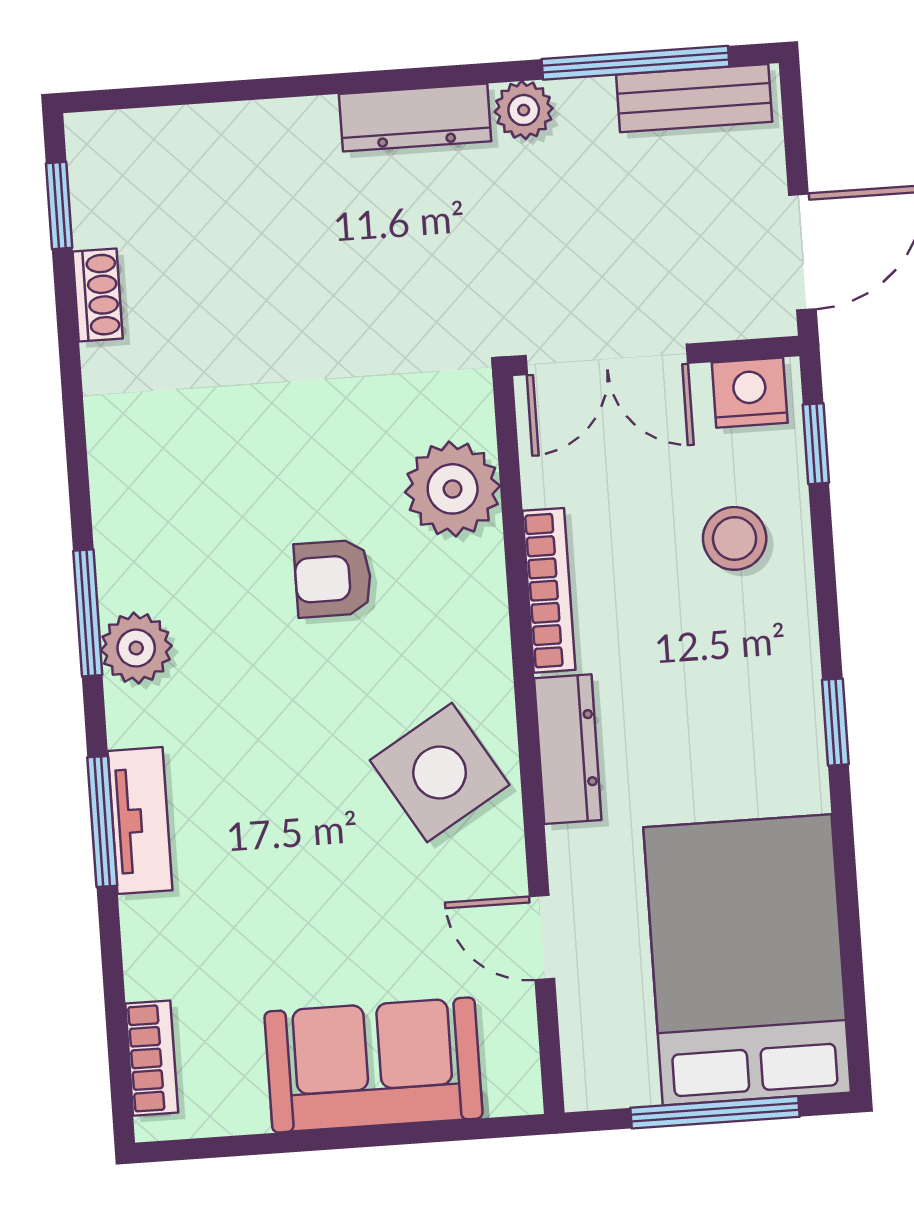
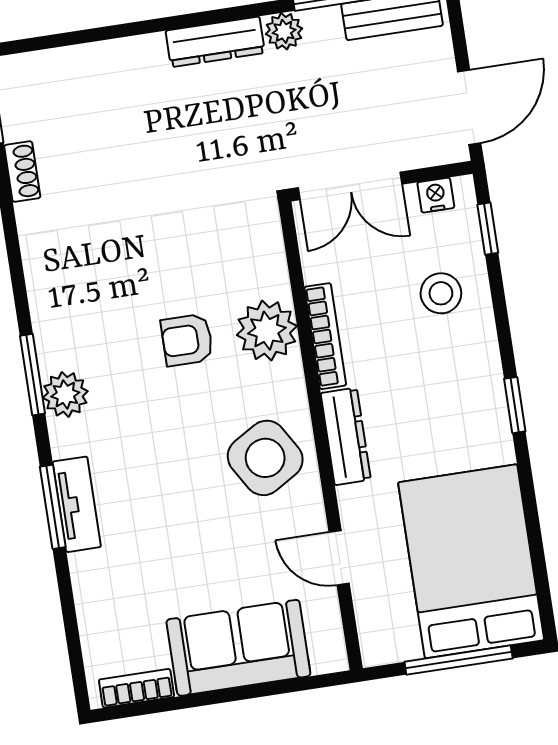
nightstand: (750, 393) -> (436, 195), width x0.72, depth x0.74
plant: (453, 489) -> (267, 331), moved
bookcase: (152, 1058) -> (137, 688), moved, turned -90

